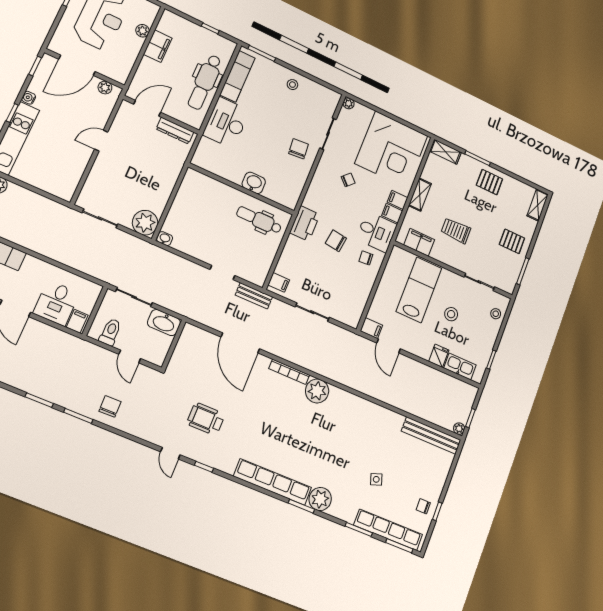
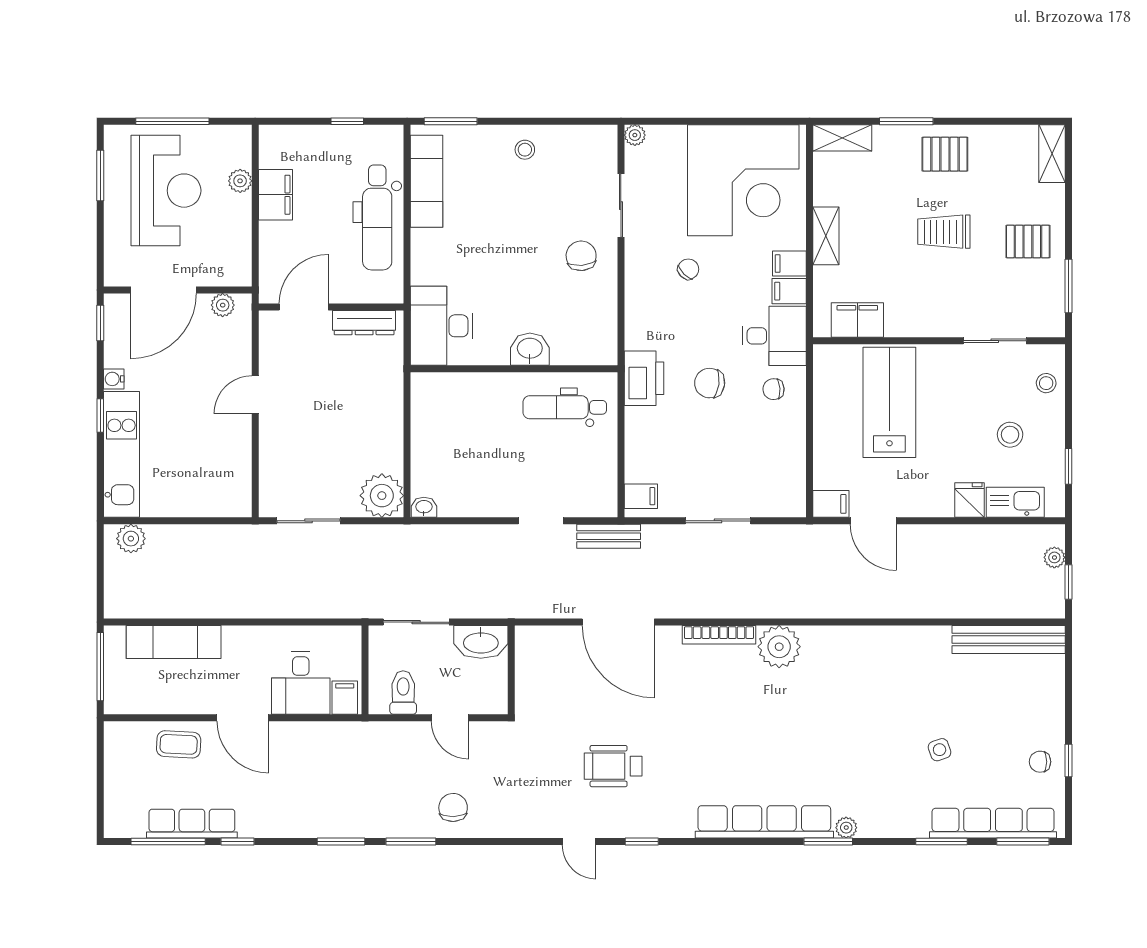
desk: (226, 123) -> (442, 326), moved
trolley: (456, 231) -> (944, 232), moved
stool: (451, 314) -> (1010, 435), moved
plant: (459, 429) -> (1054, 557), moved
plant: (320, 499) -> (846, 828), width x0.53, depth x0.53

